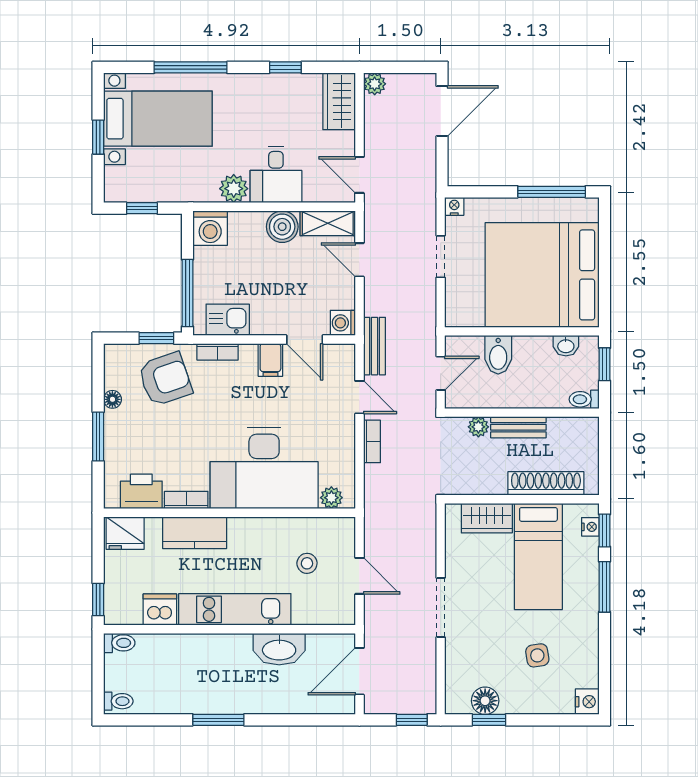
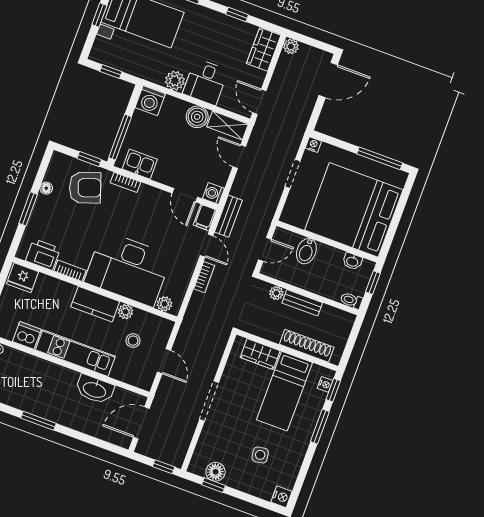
filing cabinet: (270, 360) -> (205, 218), moved
plant: (282, 528) -> (126, 312), added
kitchen counter: (195, 533) -> (95, 304), moved

